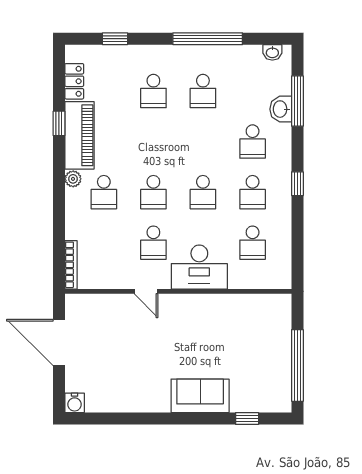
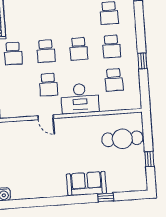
window: (297, 184) -> (142, 61), moved
cafe table: (259, 332) -> (122, 139), added
window: (297, 365) -> (149, 159), width x0.32
window: (247, 418) -> (106, 197), moved

